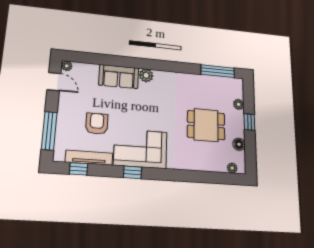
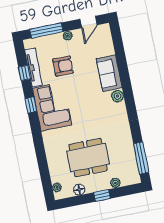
plant: (67, 66) -> (68, 36), moved
dining table: (206, 125) -> (88, 158), width x1.38
window: (78, 169) -> (24, 73), moved

